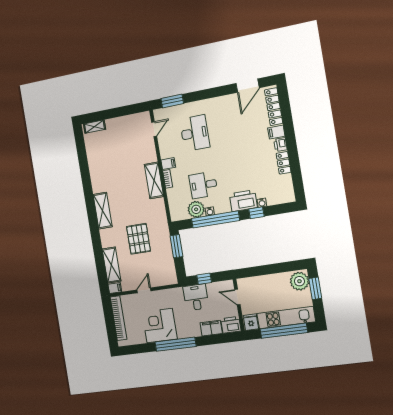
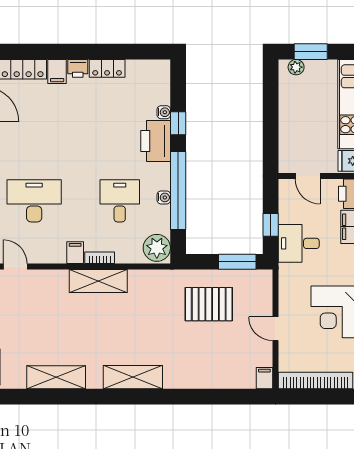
desk: (203, 185) -> (120, 201), turned 180
plant: (196, 209) -> (157, 248), moved
pallet: (138, 239) -> (209, 304), moved
window: (176, 246) -> (237, 262), moved
shelving: (112, 265) -> (56, 377), moved
plant: (299, 281) -> (296, 67), width x0.53, depth x0.53
door: (237, 297) -> (308, 176), hinge flipped

